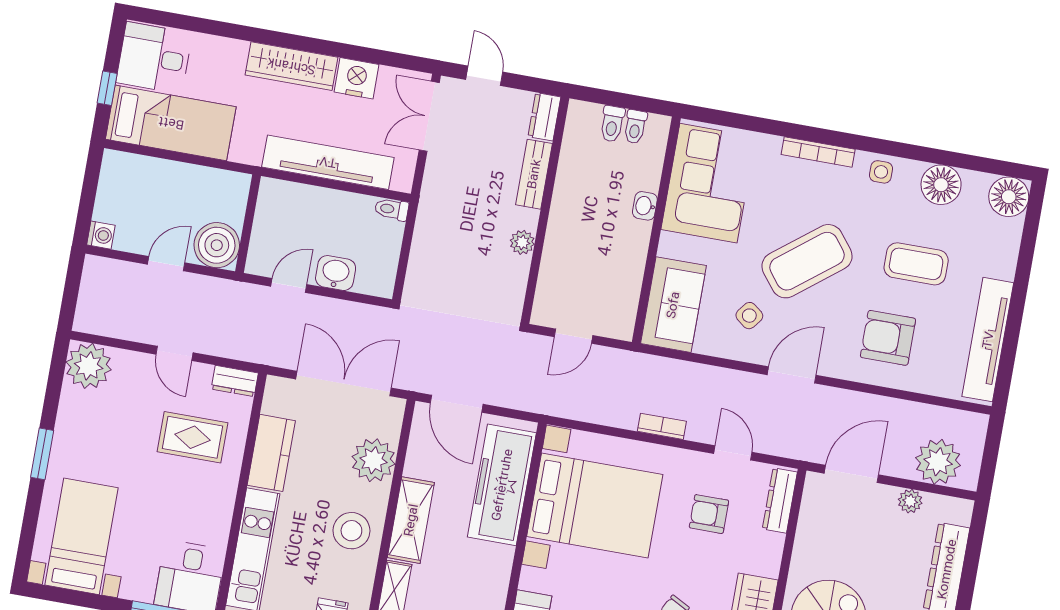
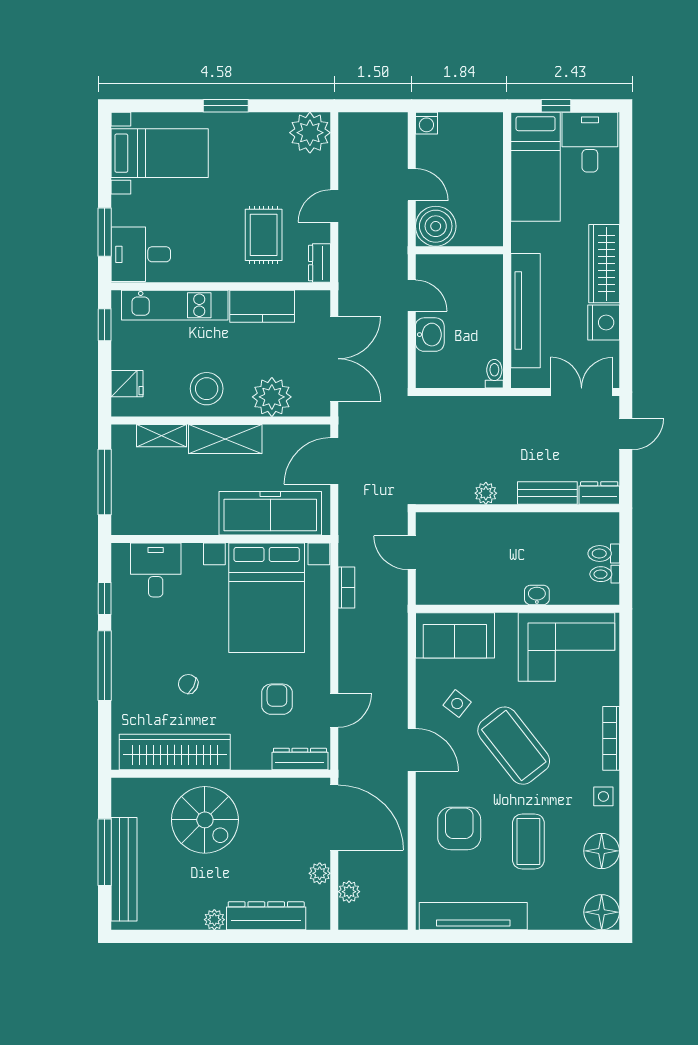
bookcase: (662, 426) -> (346, 588), moved
plant: (938, 462) -> (349, 892), width x0.53, depth x0.53
door: (851, 474) -> (334, 818), width x1.36

